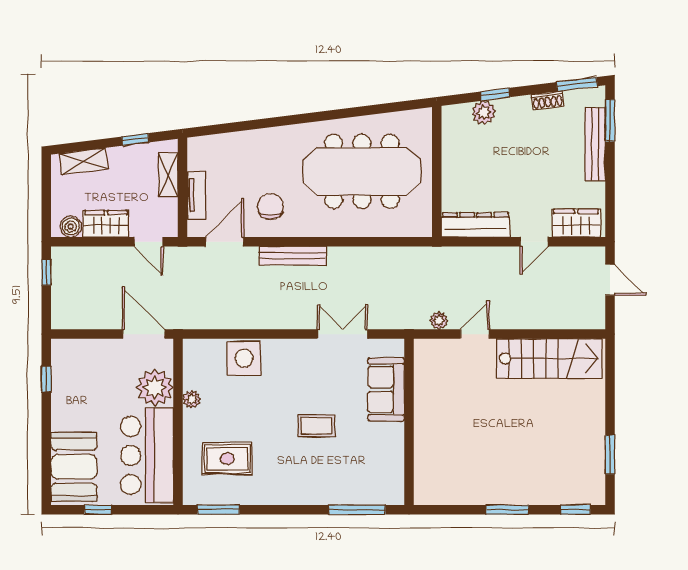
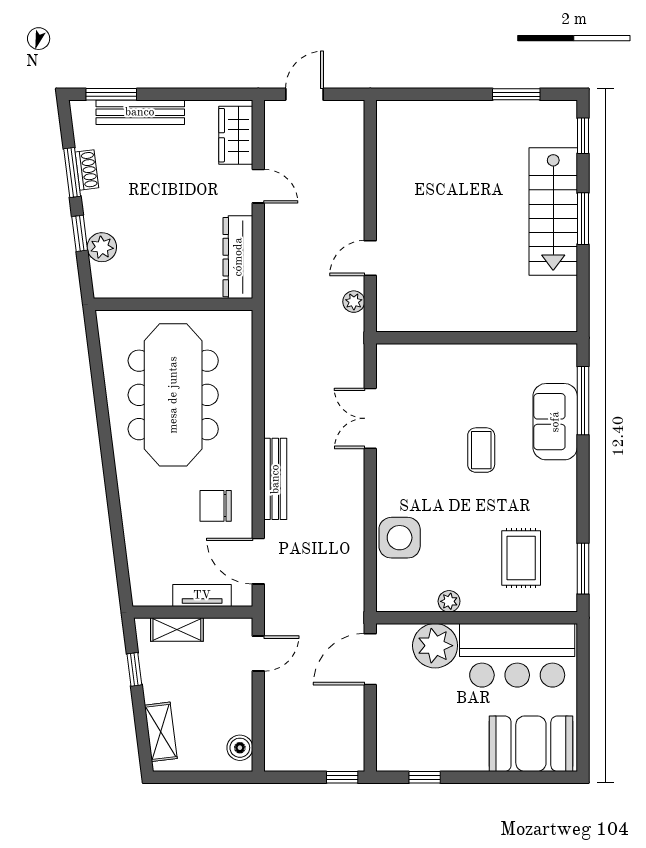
window: (577, 84) -> (72, 173), moved
wardrobe: (106, 224) -> (237, 705), removed
window: (46, 272) -> (342, 777), moved
door: (475, 334) -> (370, 258), hinge flipped
stairs: (549, 359) -> (553, 211), moved, turned 180
sofa: (386, 389) -> (555, 422), moved, turned 90
window: (98, 510) -> (583, 715), removed

